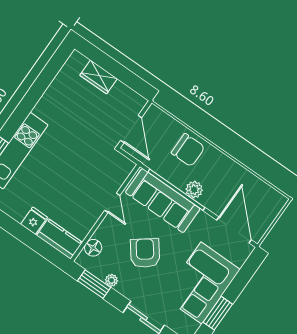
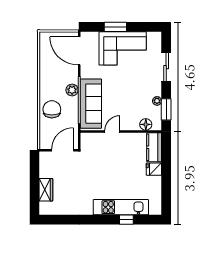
door: (234, 230) -> (79, 51), hinge flipped
armchair: (145, 253) -> (128, 93), removed
window: (218, 313) -> (115, 27), moved

